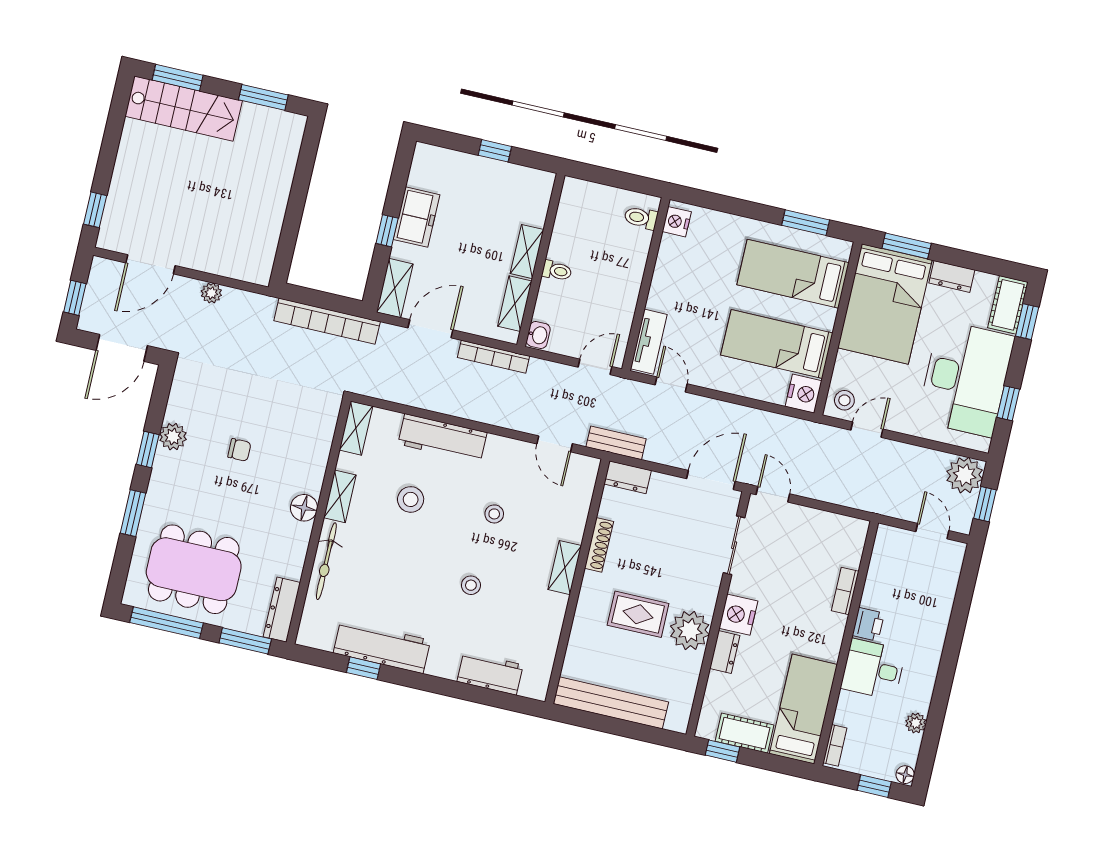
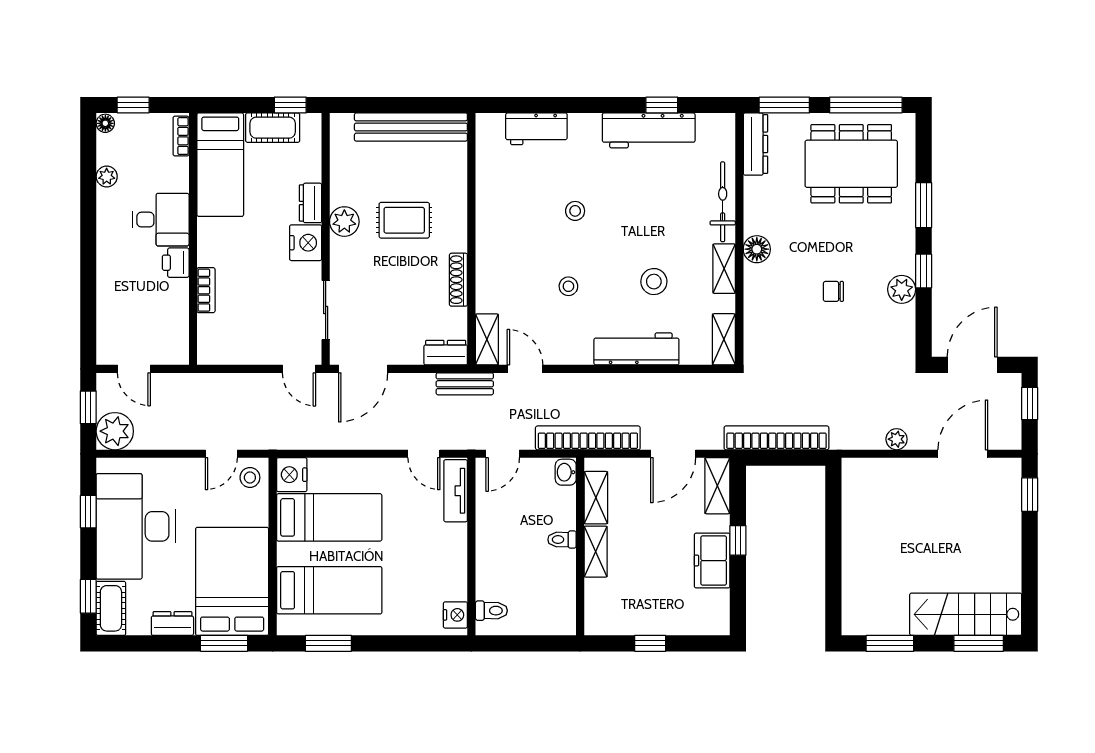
bookcase: (493, 357) -> (588, 438), width x1.48, depth x1.31
shelving: (565, 568) -> (487, 339), moved
plant: (690, 630) -> (344, 222), width x0.73, depth x0.73

